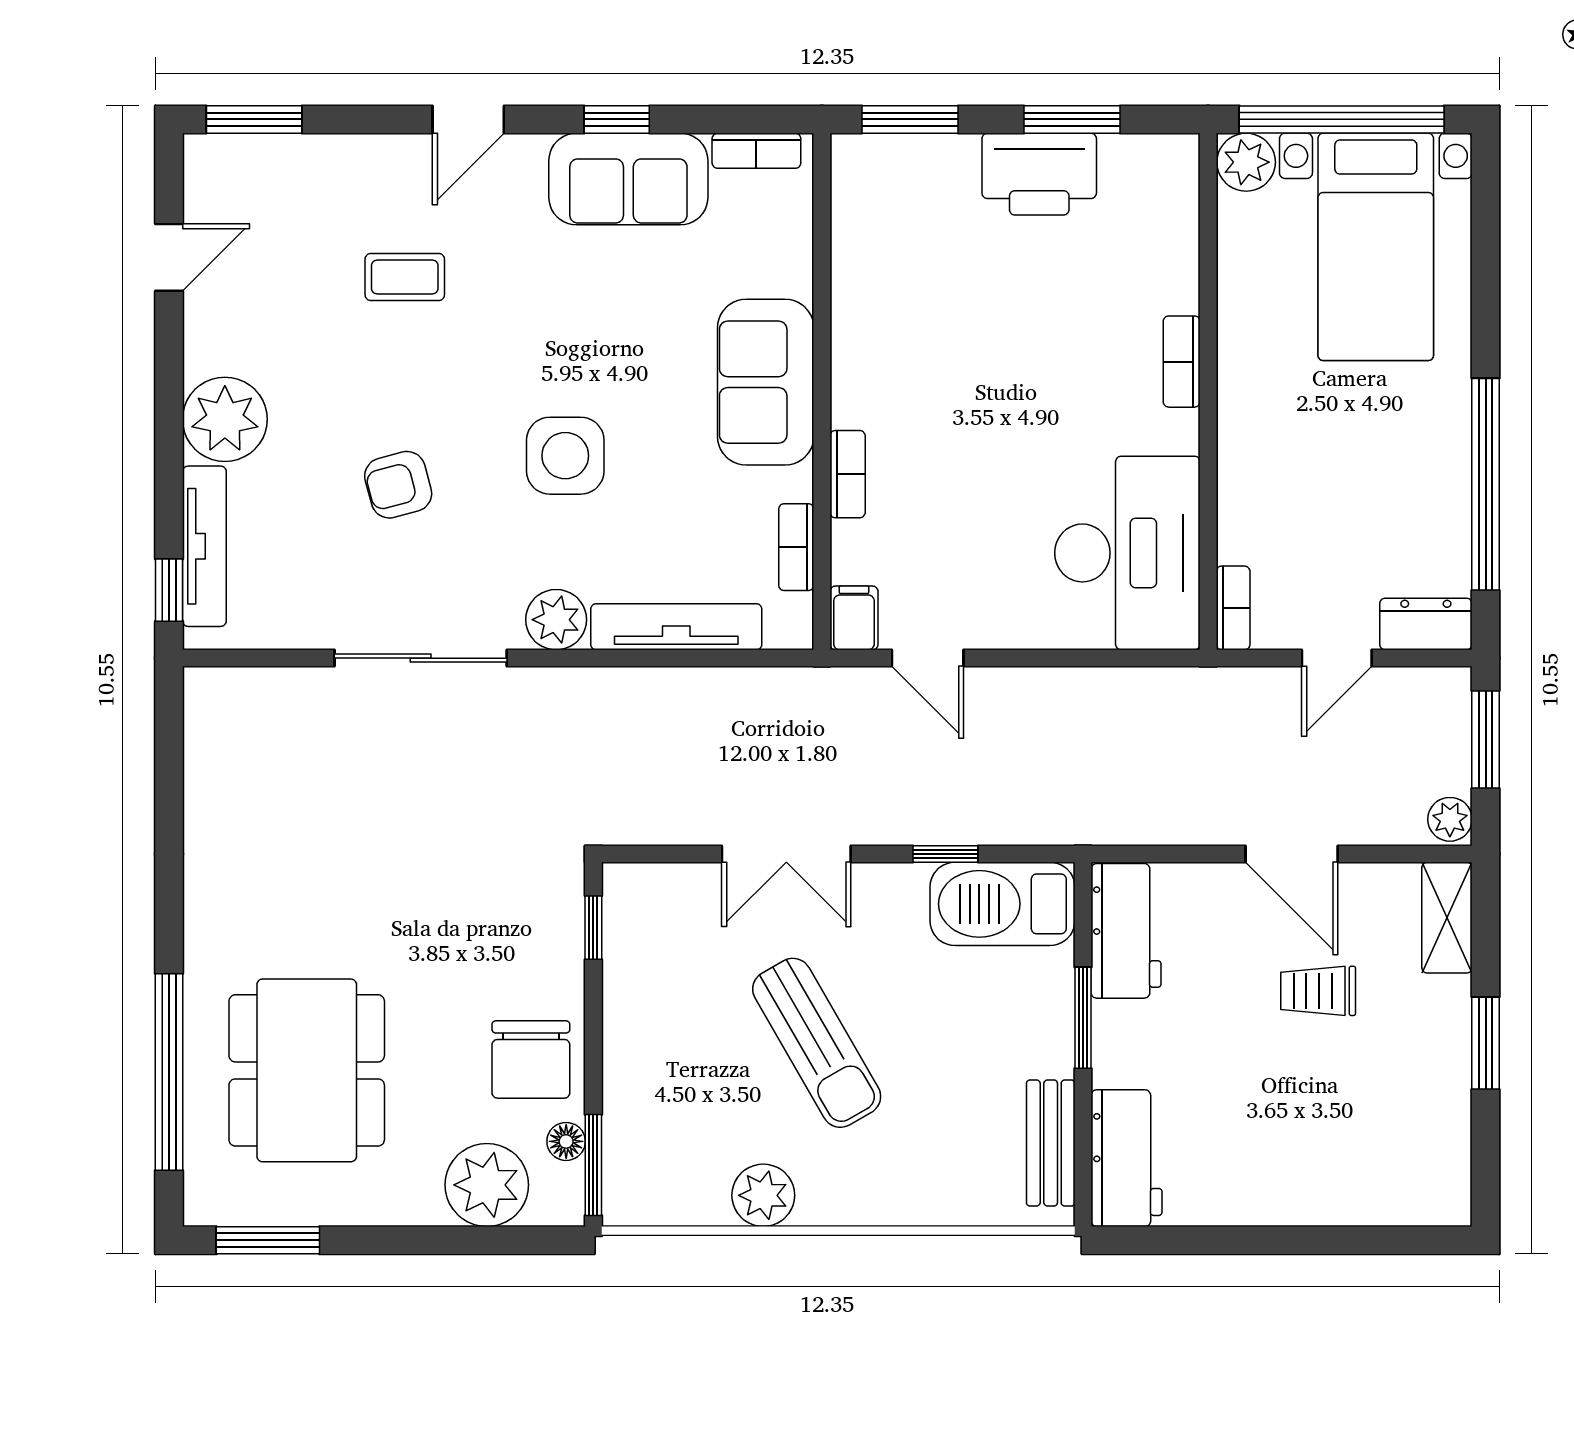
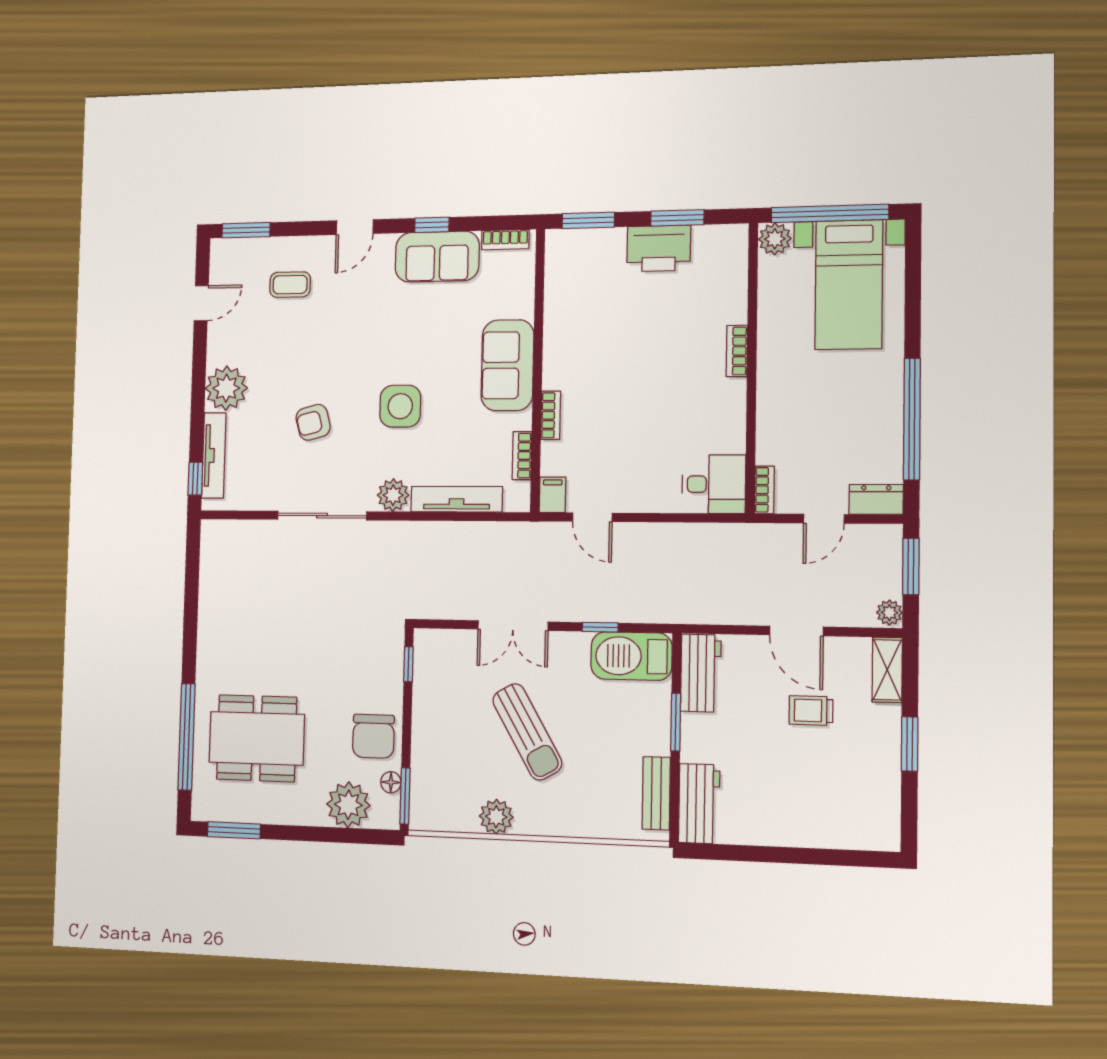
coffee table: (405, 277) -> (290, 285), moved
desk: (1127, 553) -> (714, 484), width x0.53, depth x0.77
dining table: (307, 1070) -> (257, 738), turned 90

